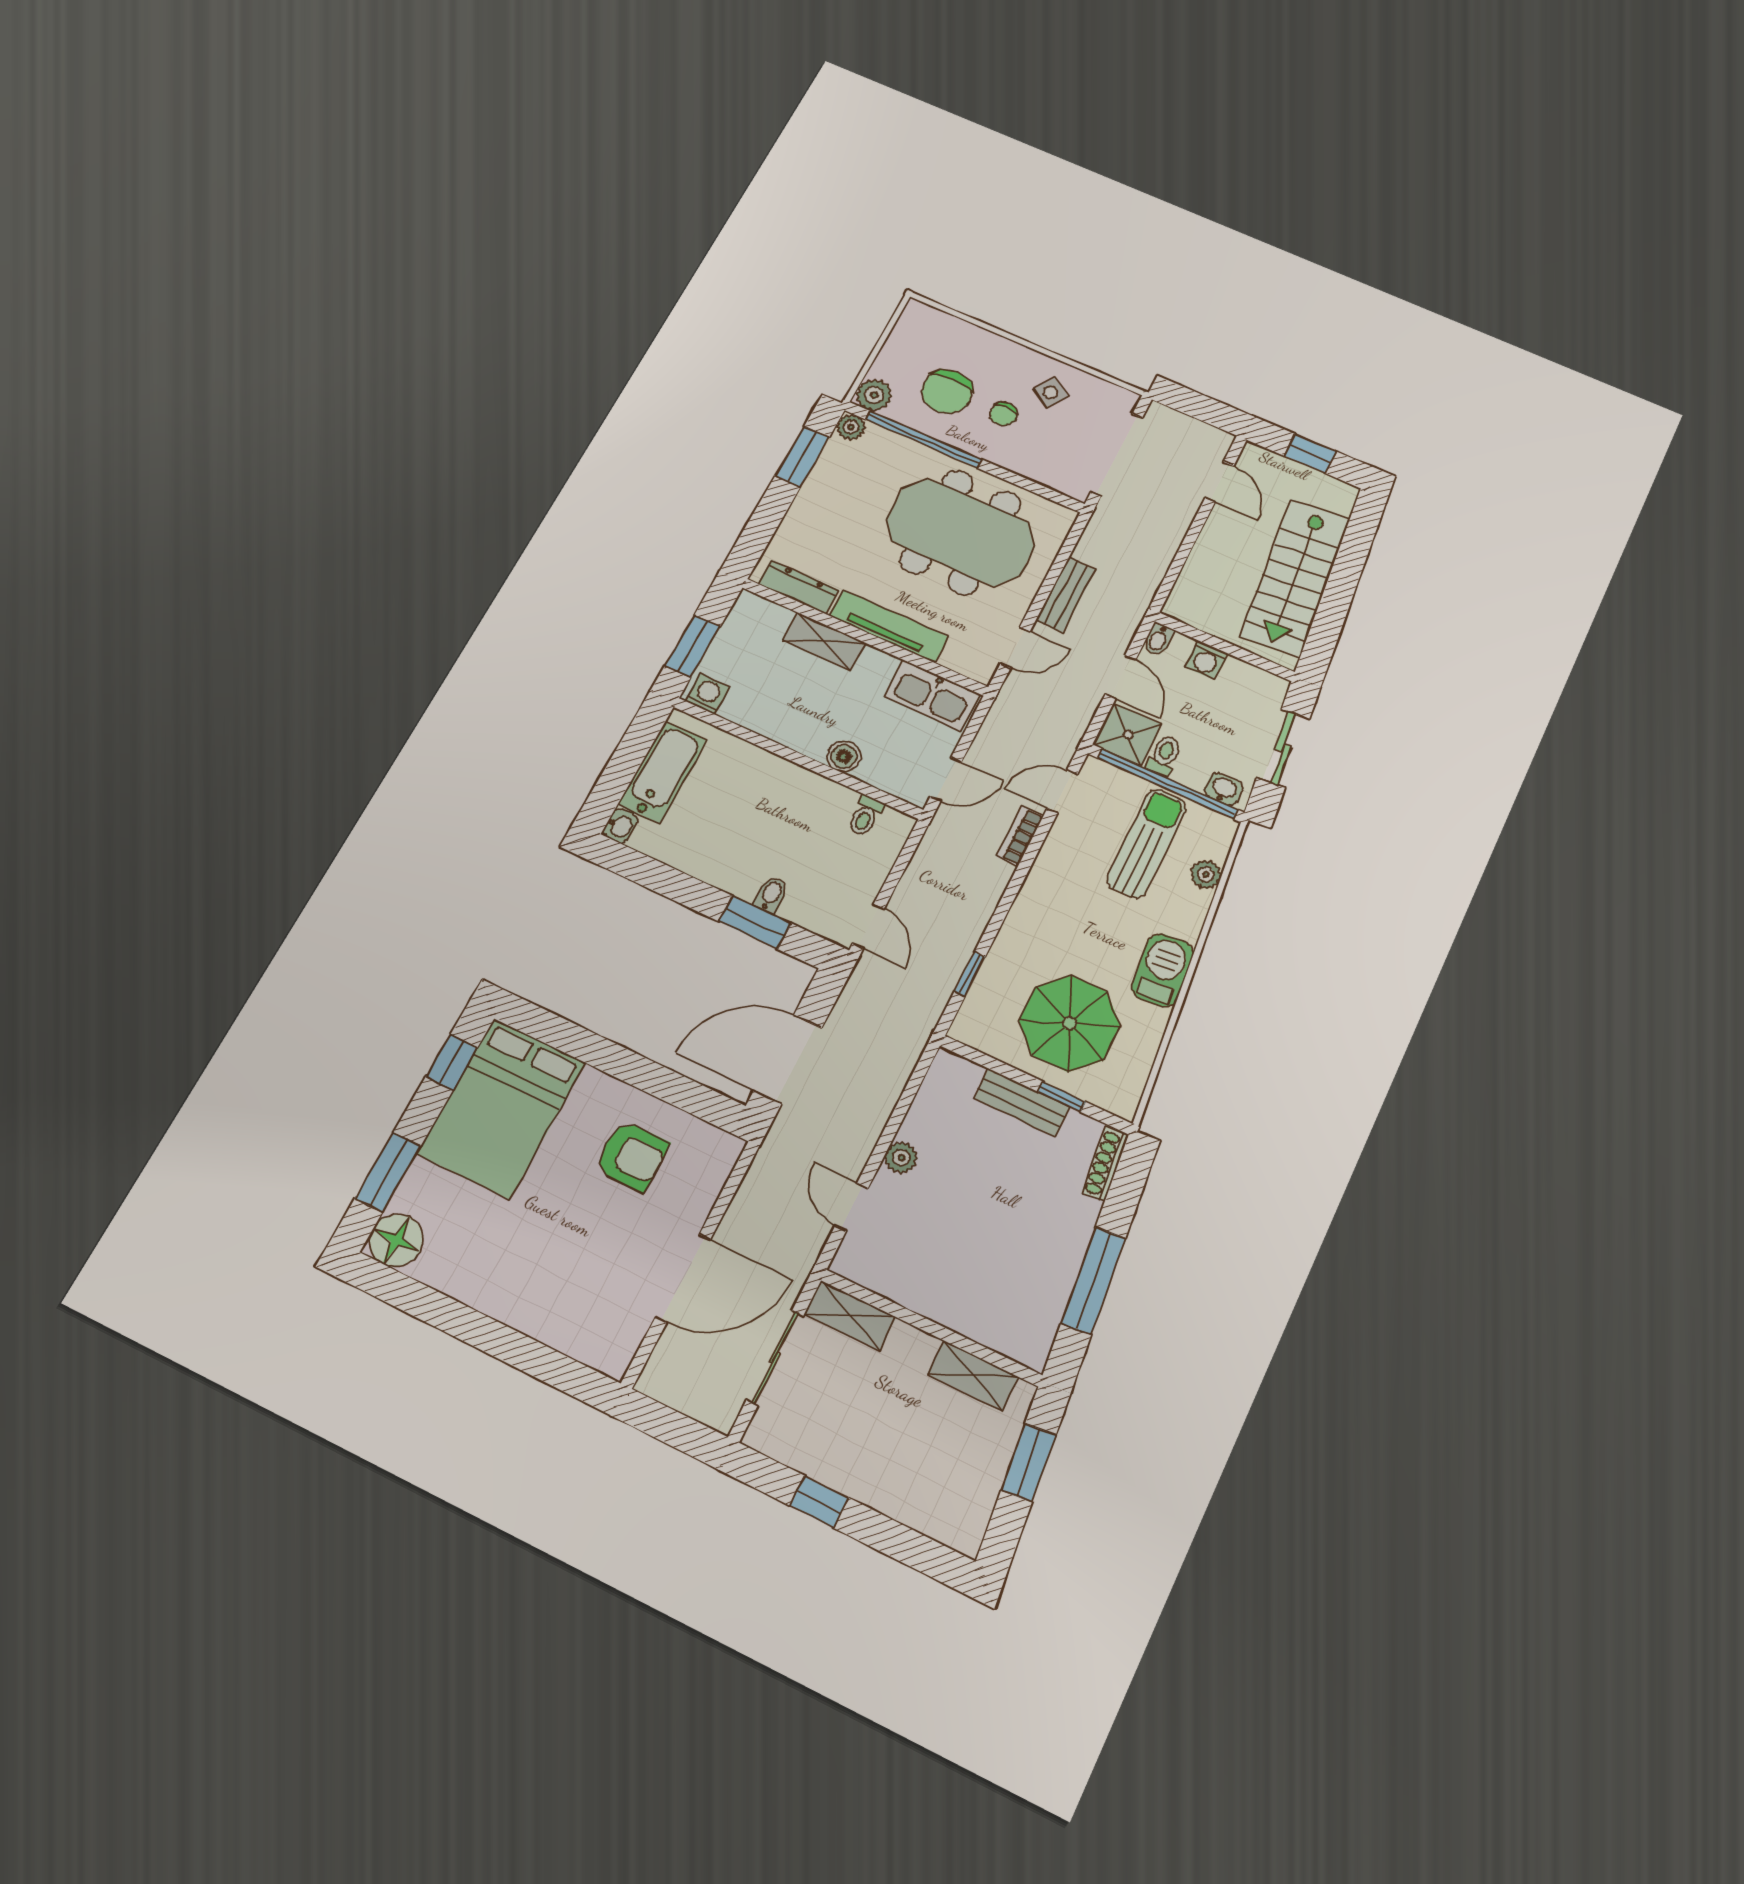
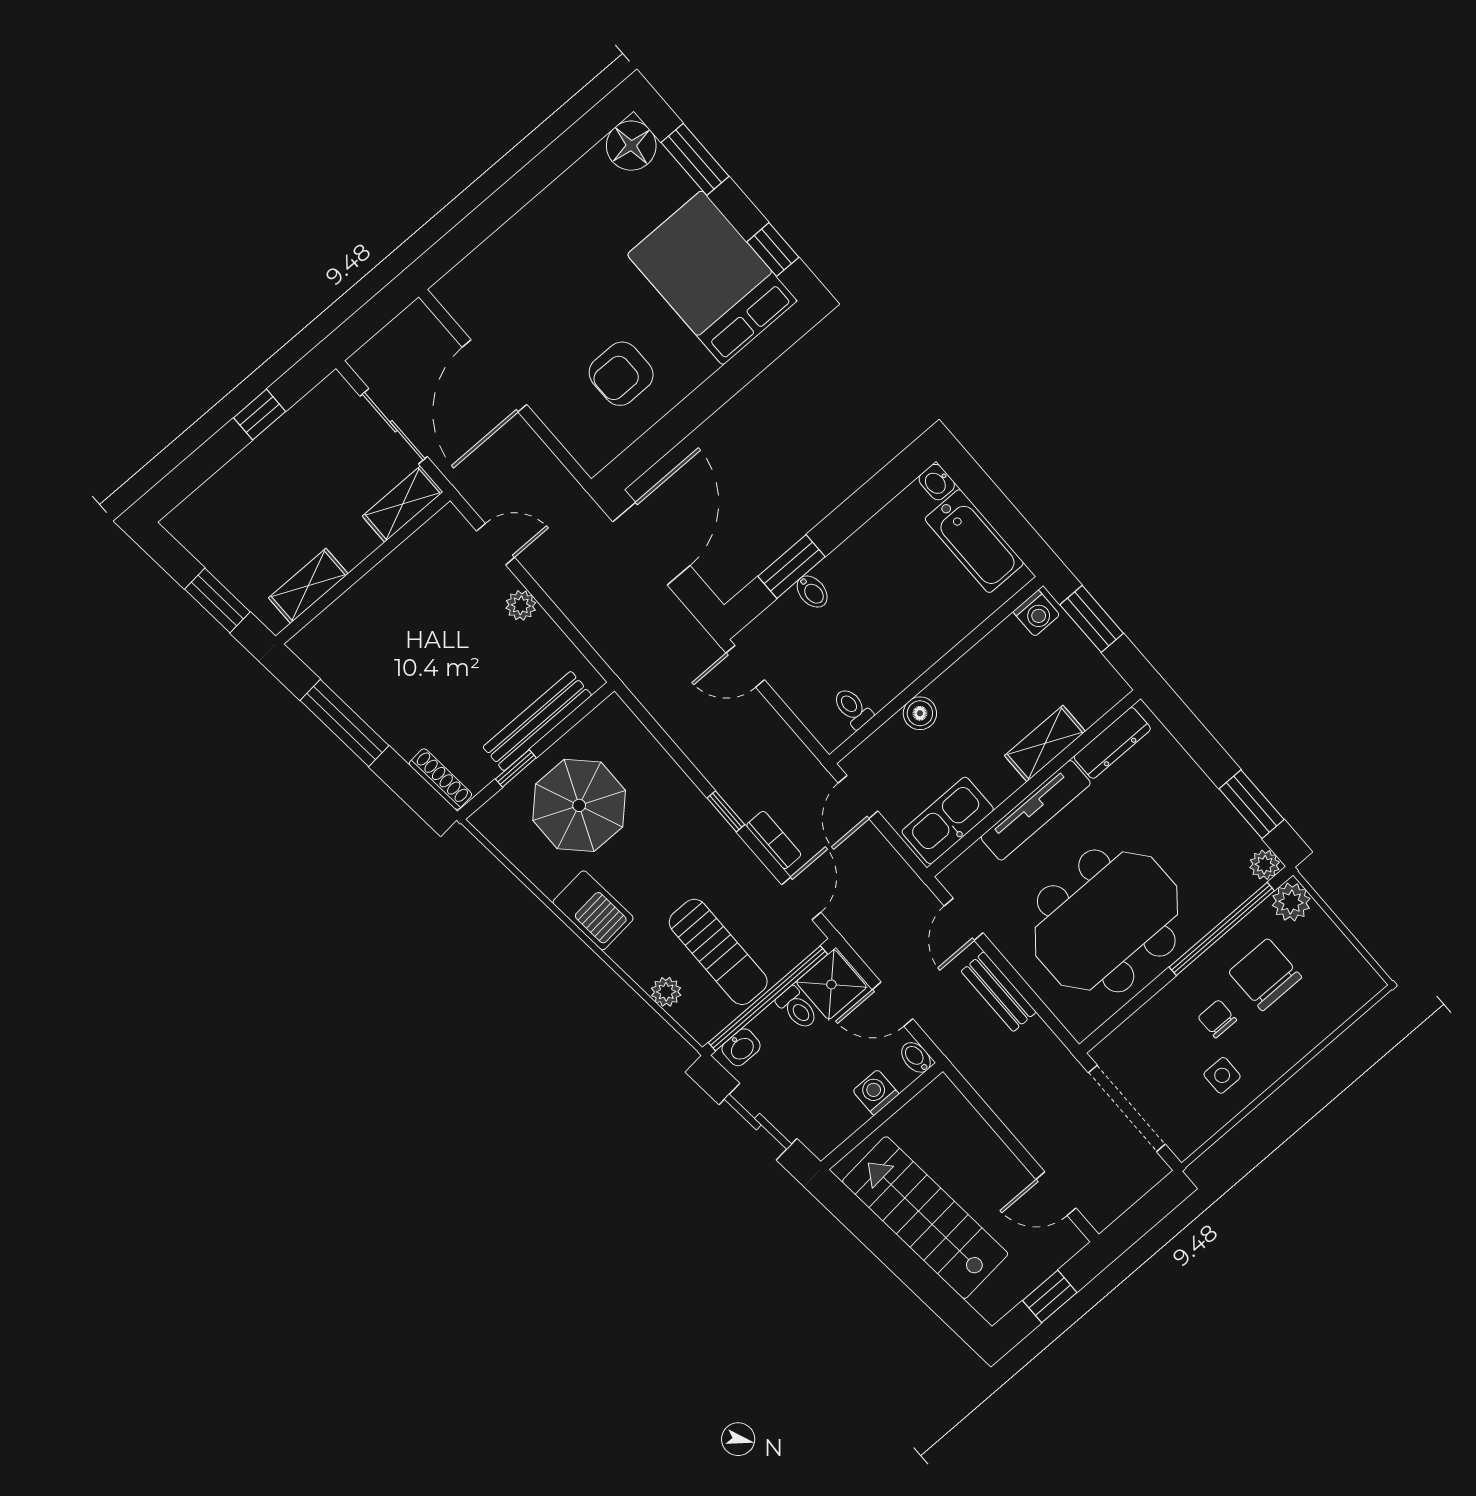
side table: (1051, 392) -> (1222, 1075), turned -33
window: (970, 974) -> (726, 811), moved
bench: (1022, 1102) -> (537, 721), width x1.36

